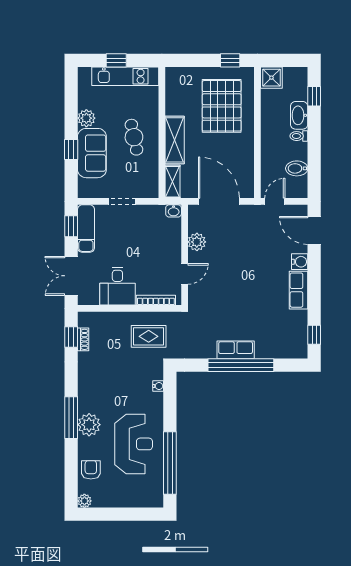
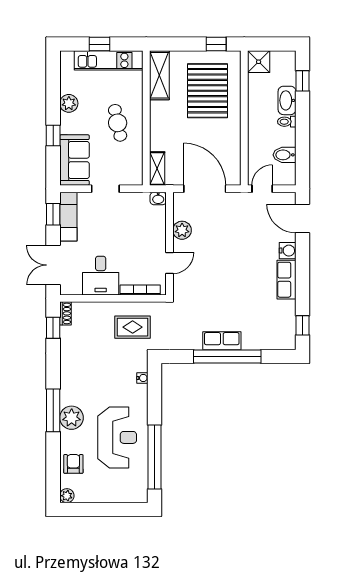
shelving: (175, 140) -> (159, 75), moved
sofa: (92, 153) -> (74, 160), moved
shoe rack: (83, 339) -> (65, 313), moved

